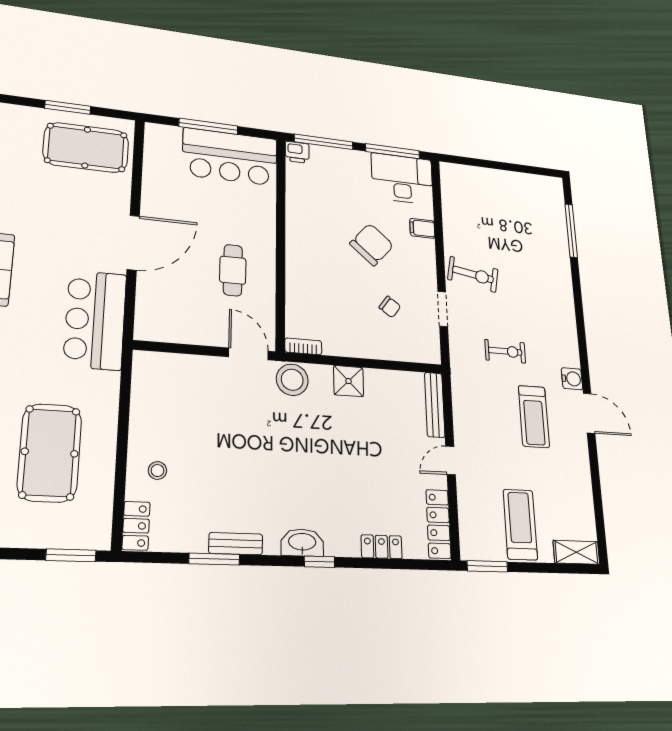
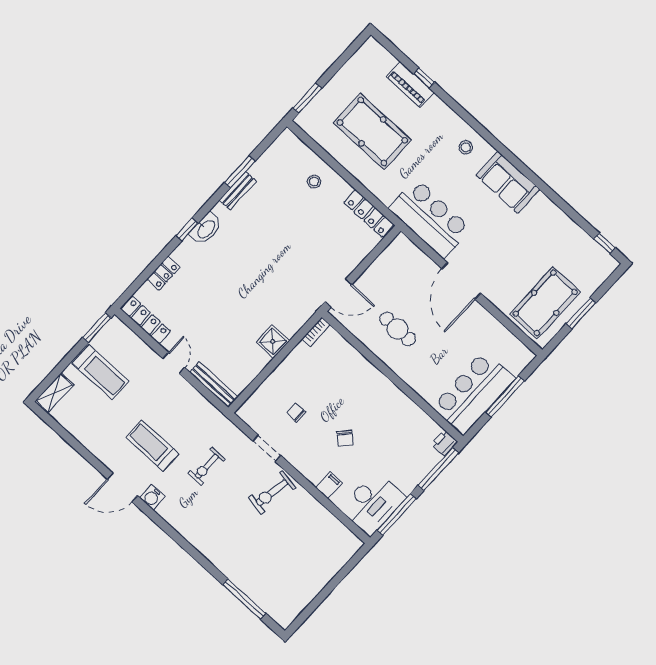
chair: (372, 244) -> (345, 438), width x0.54, depth x0.54
chair: (390, 307) -> (296, 412), turned 54
stool: (292, 380) -> (302, 306), removed
locker: (136, 526) -> (369, 213), moved, width x1.53

